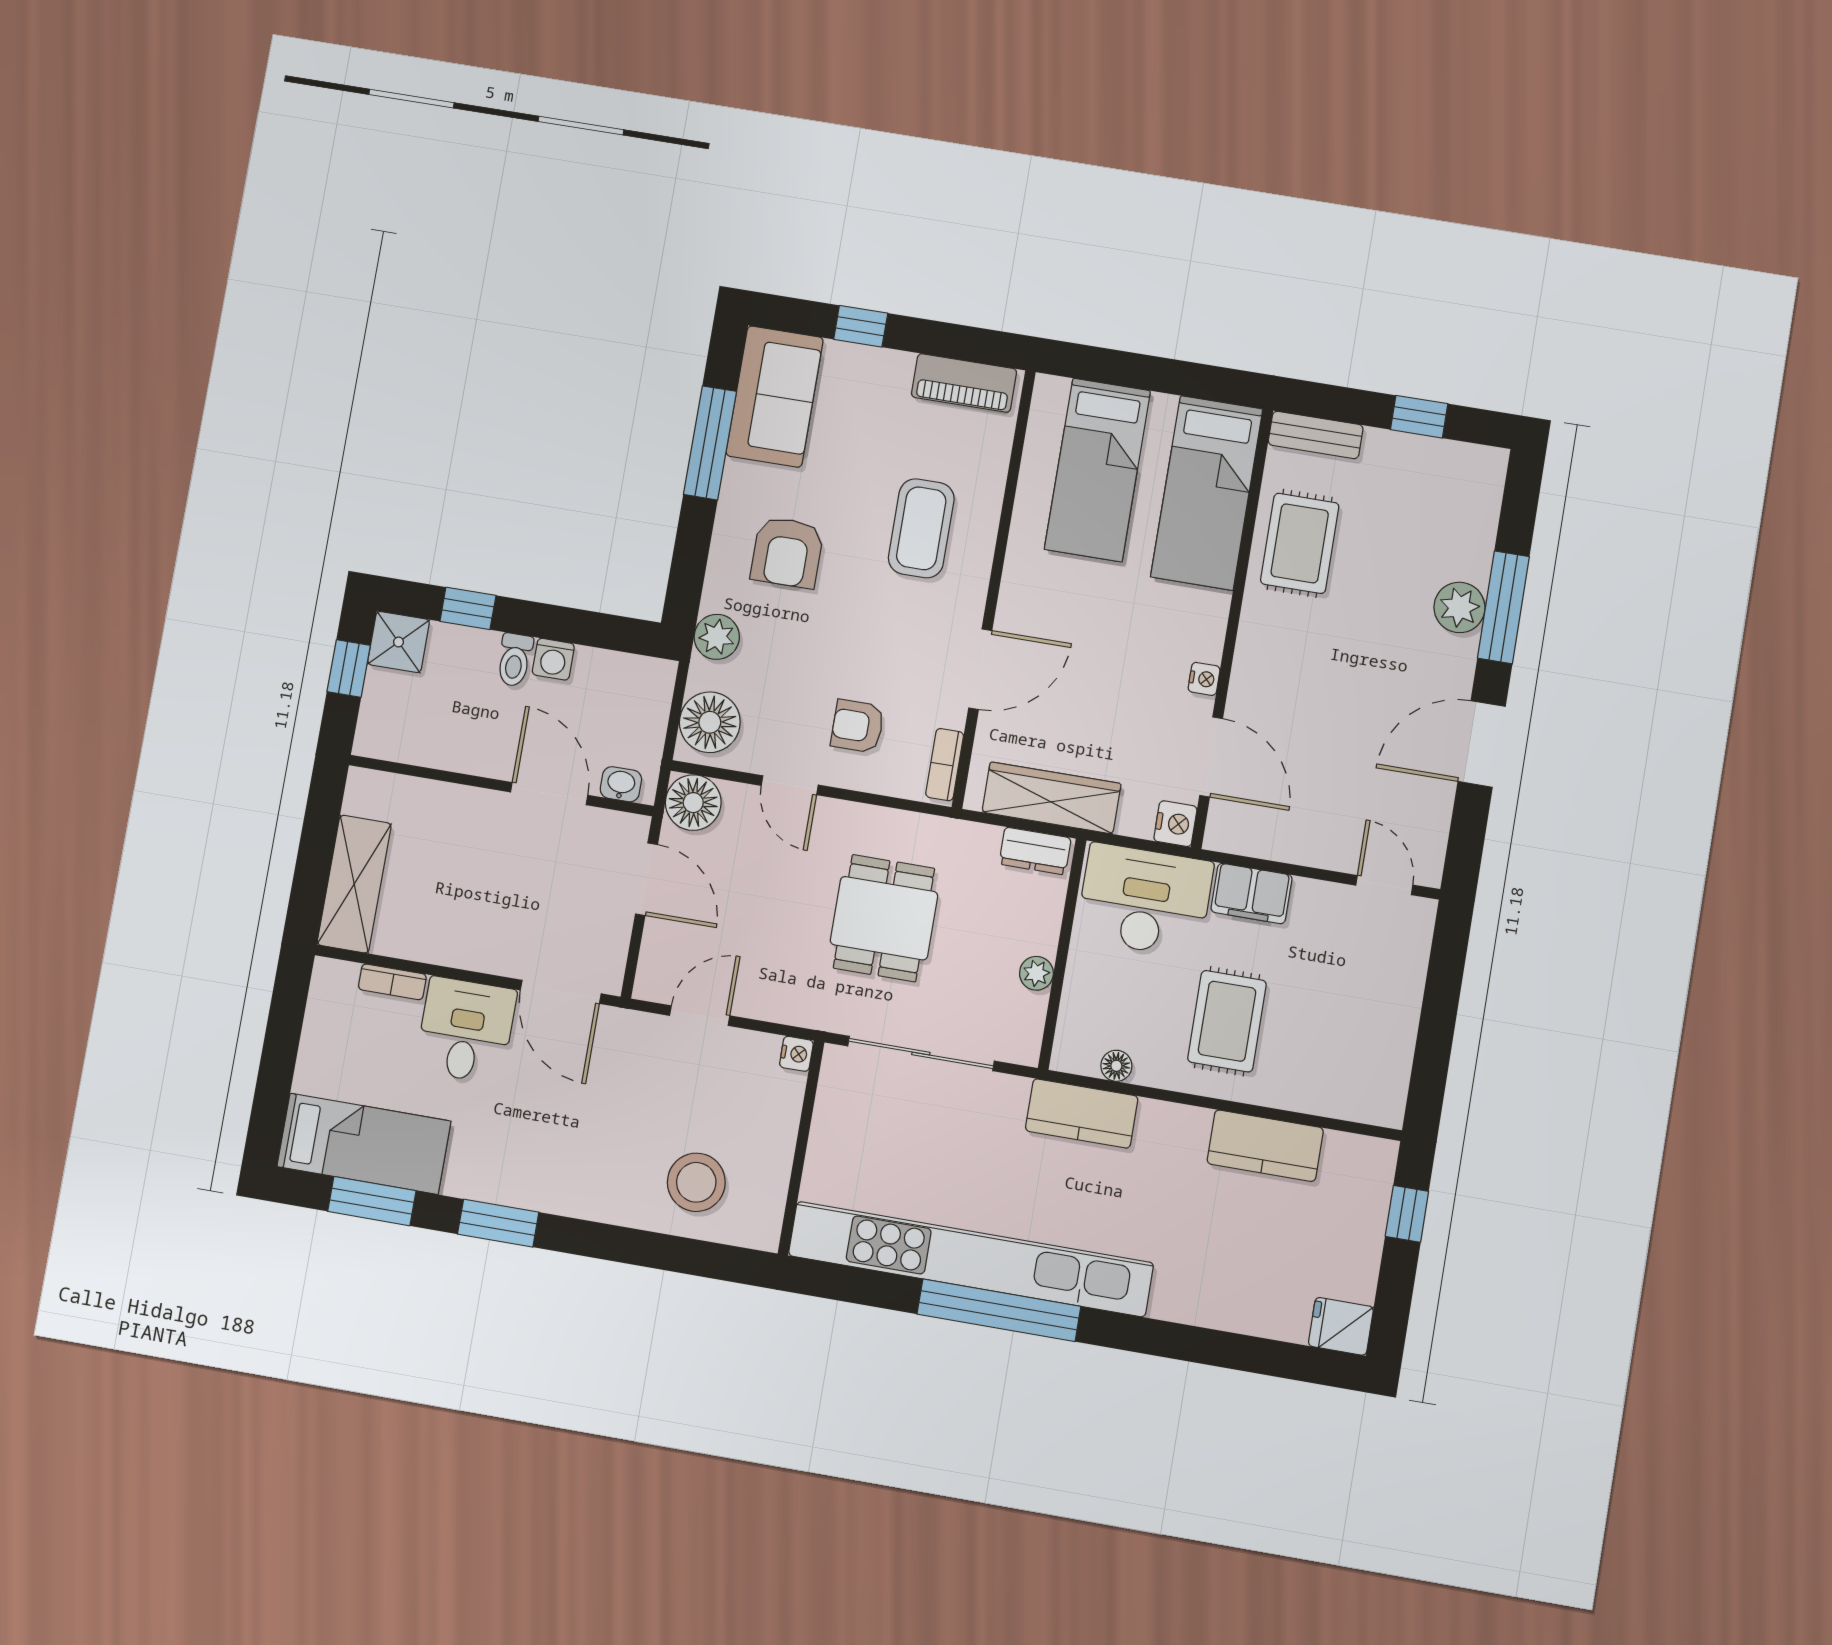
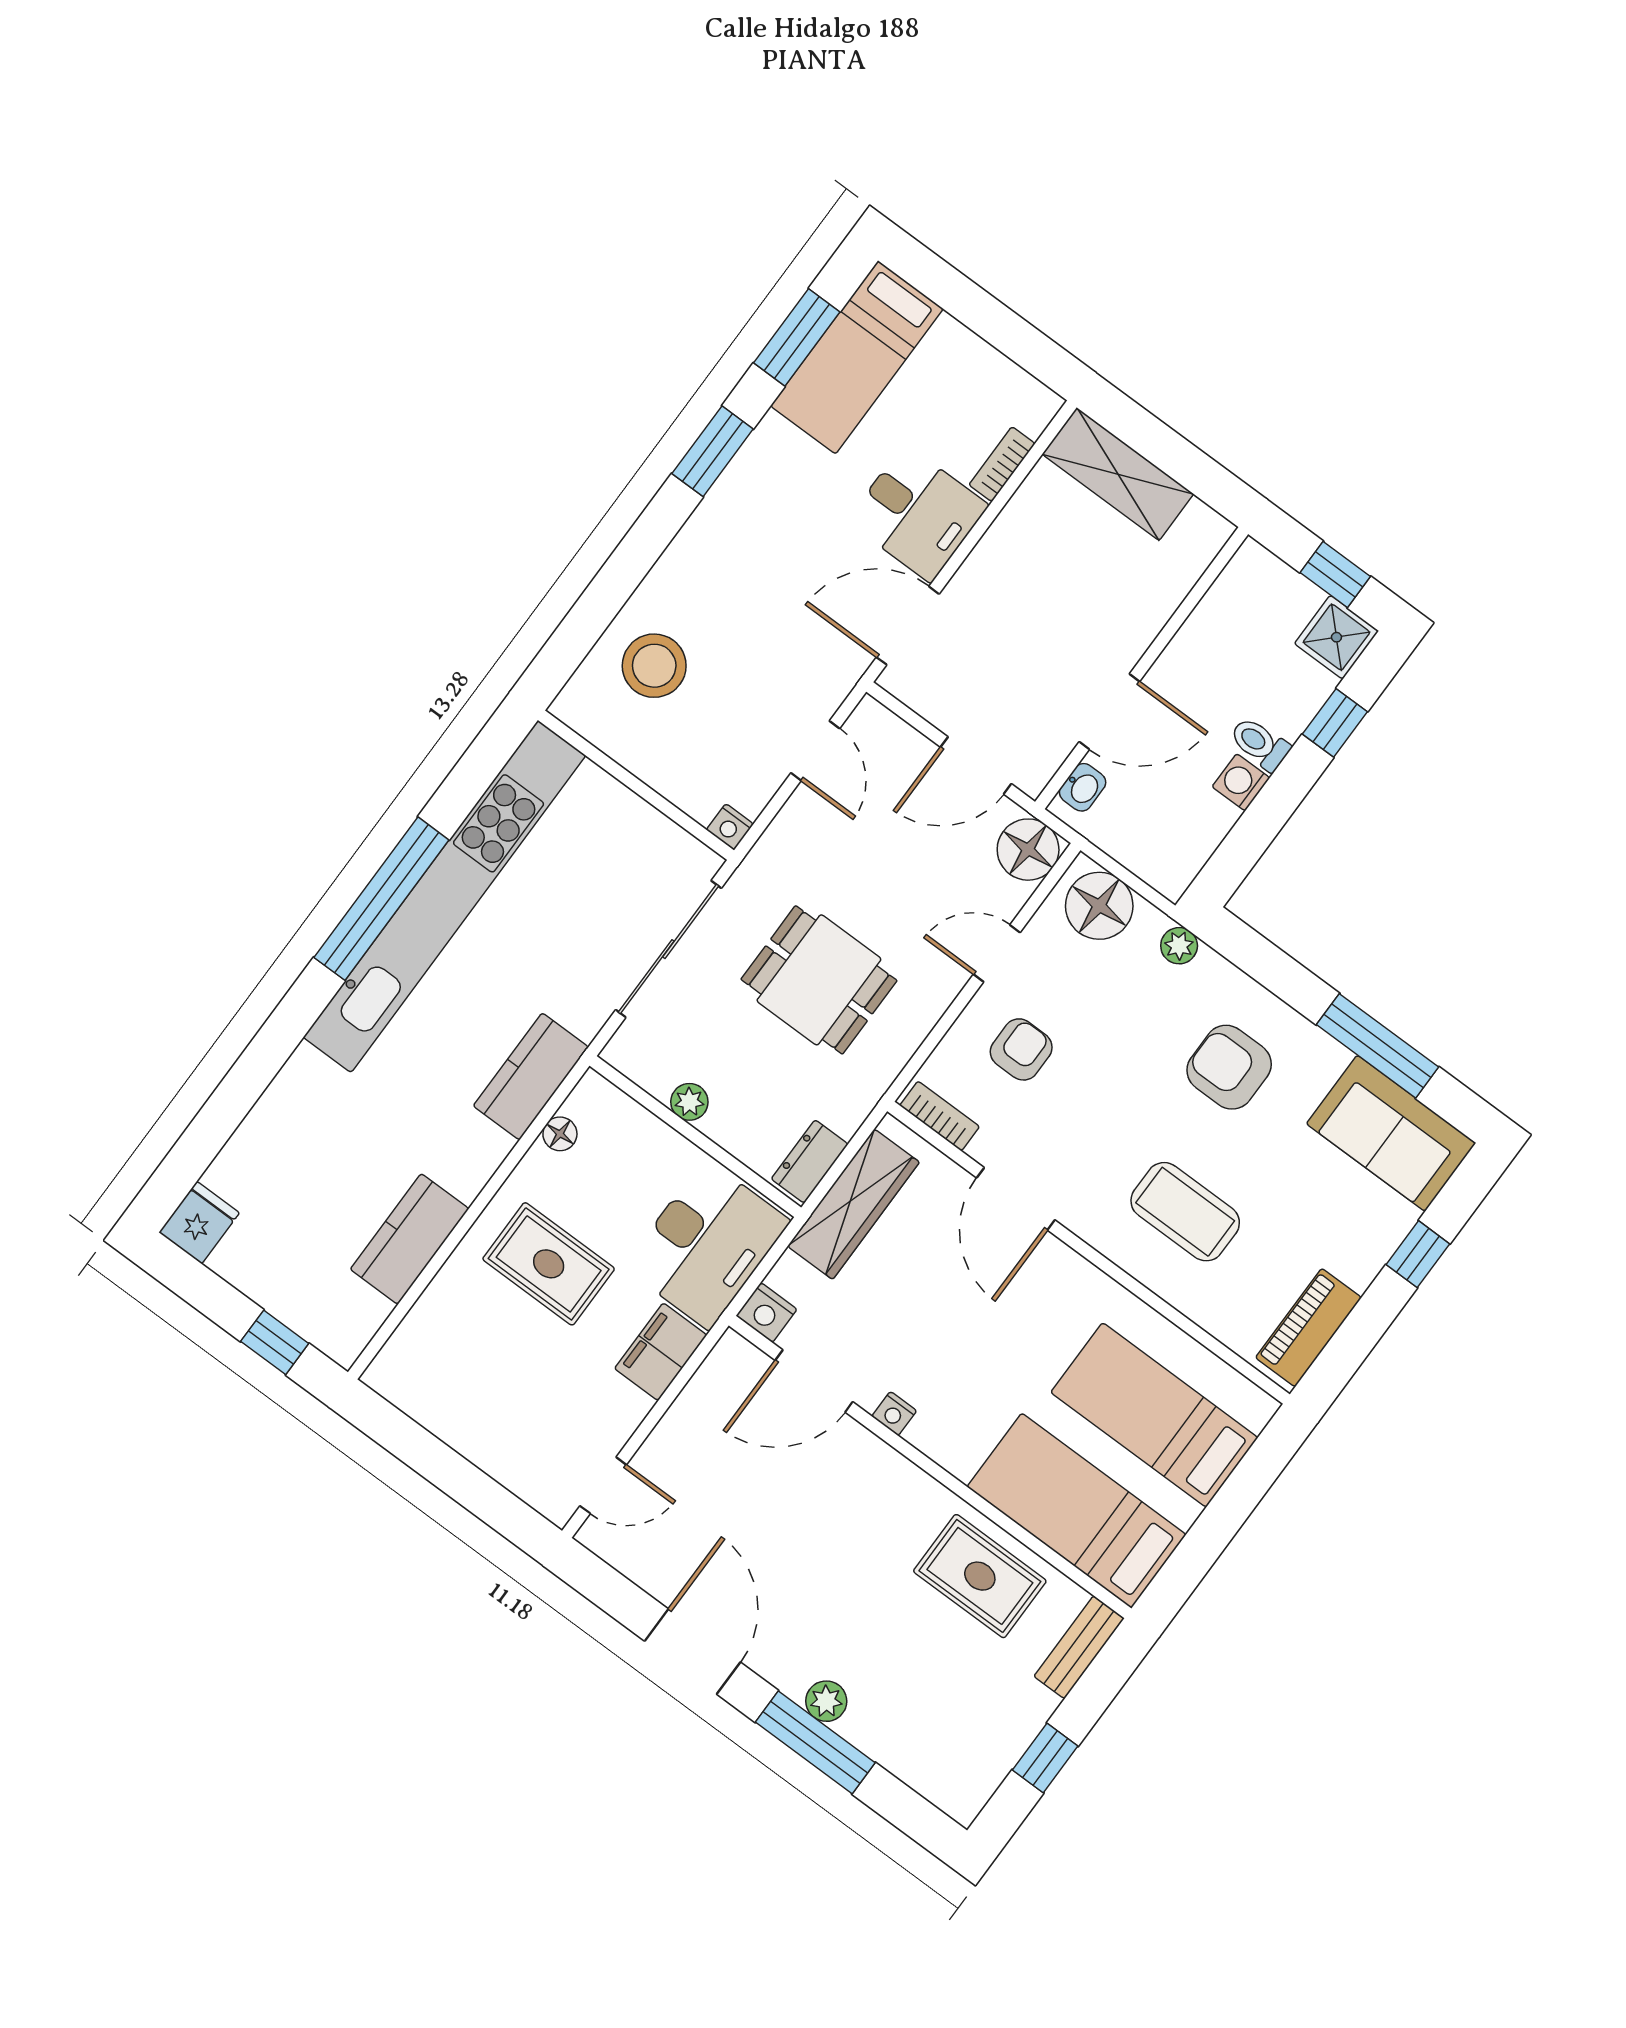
plant: (1459, 607) -> (826, 1701), width x0.73, depth x0.73
plant: (717, 637) -> (1179, 946), width x0.73, depth x0.73

